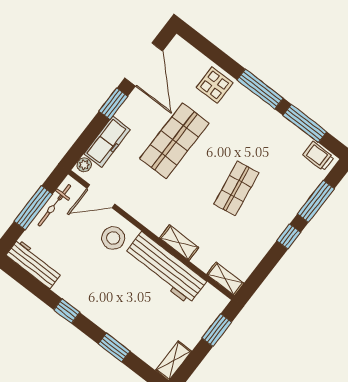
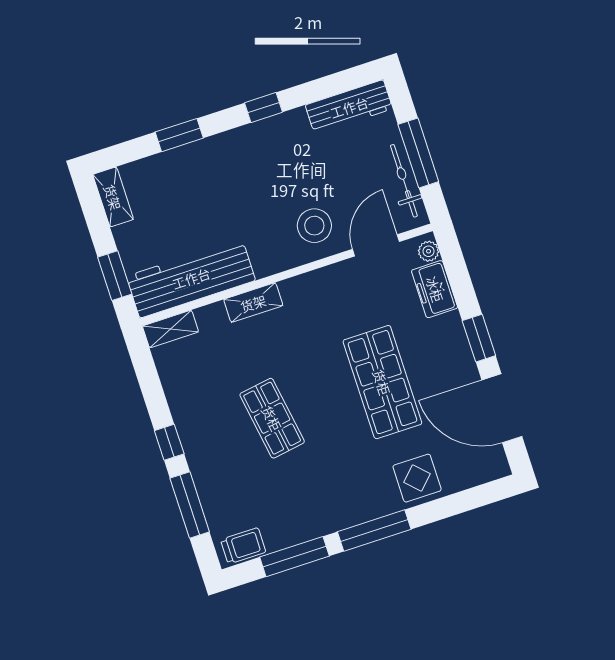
freezer: (107, 142) -> (435, 289), width x0.71
workbench: (165, 268) -> (191, 278), moved

